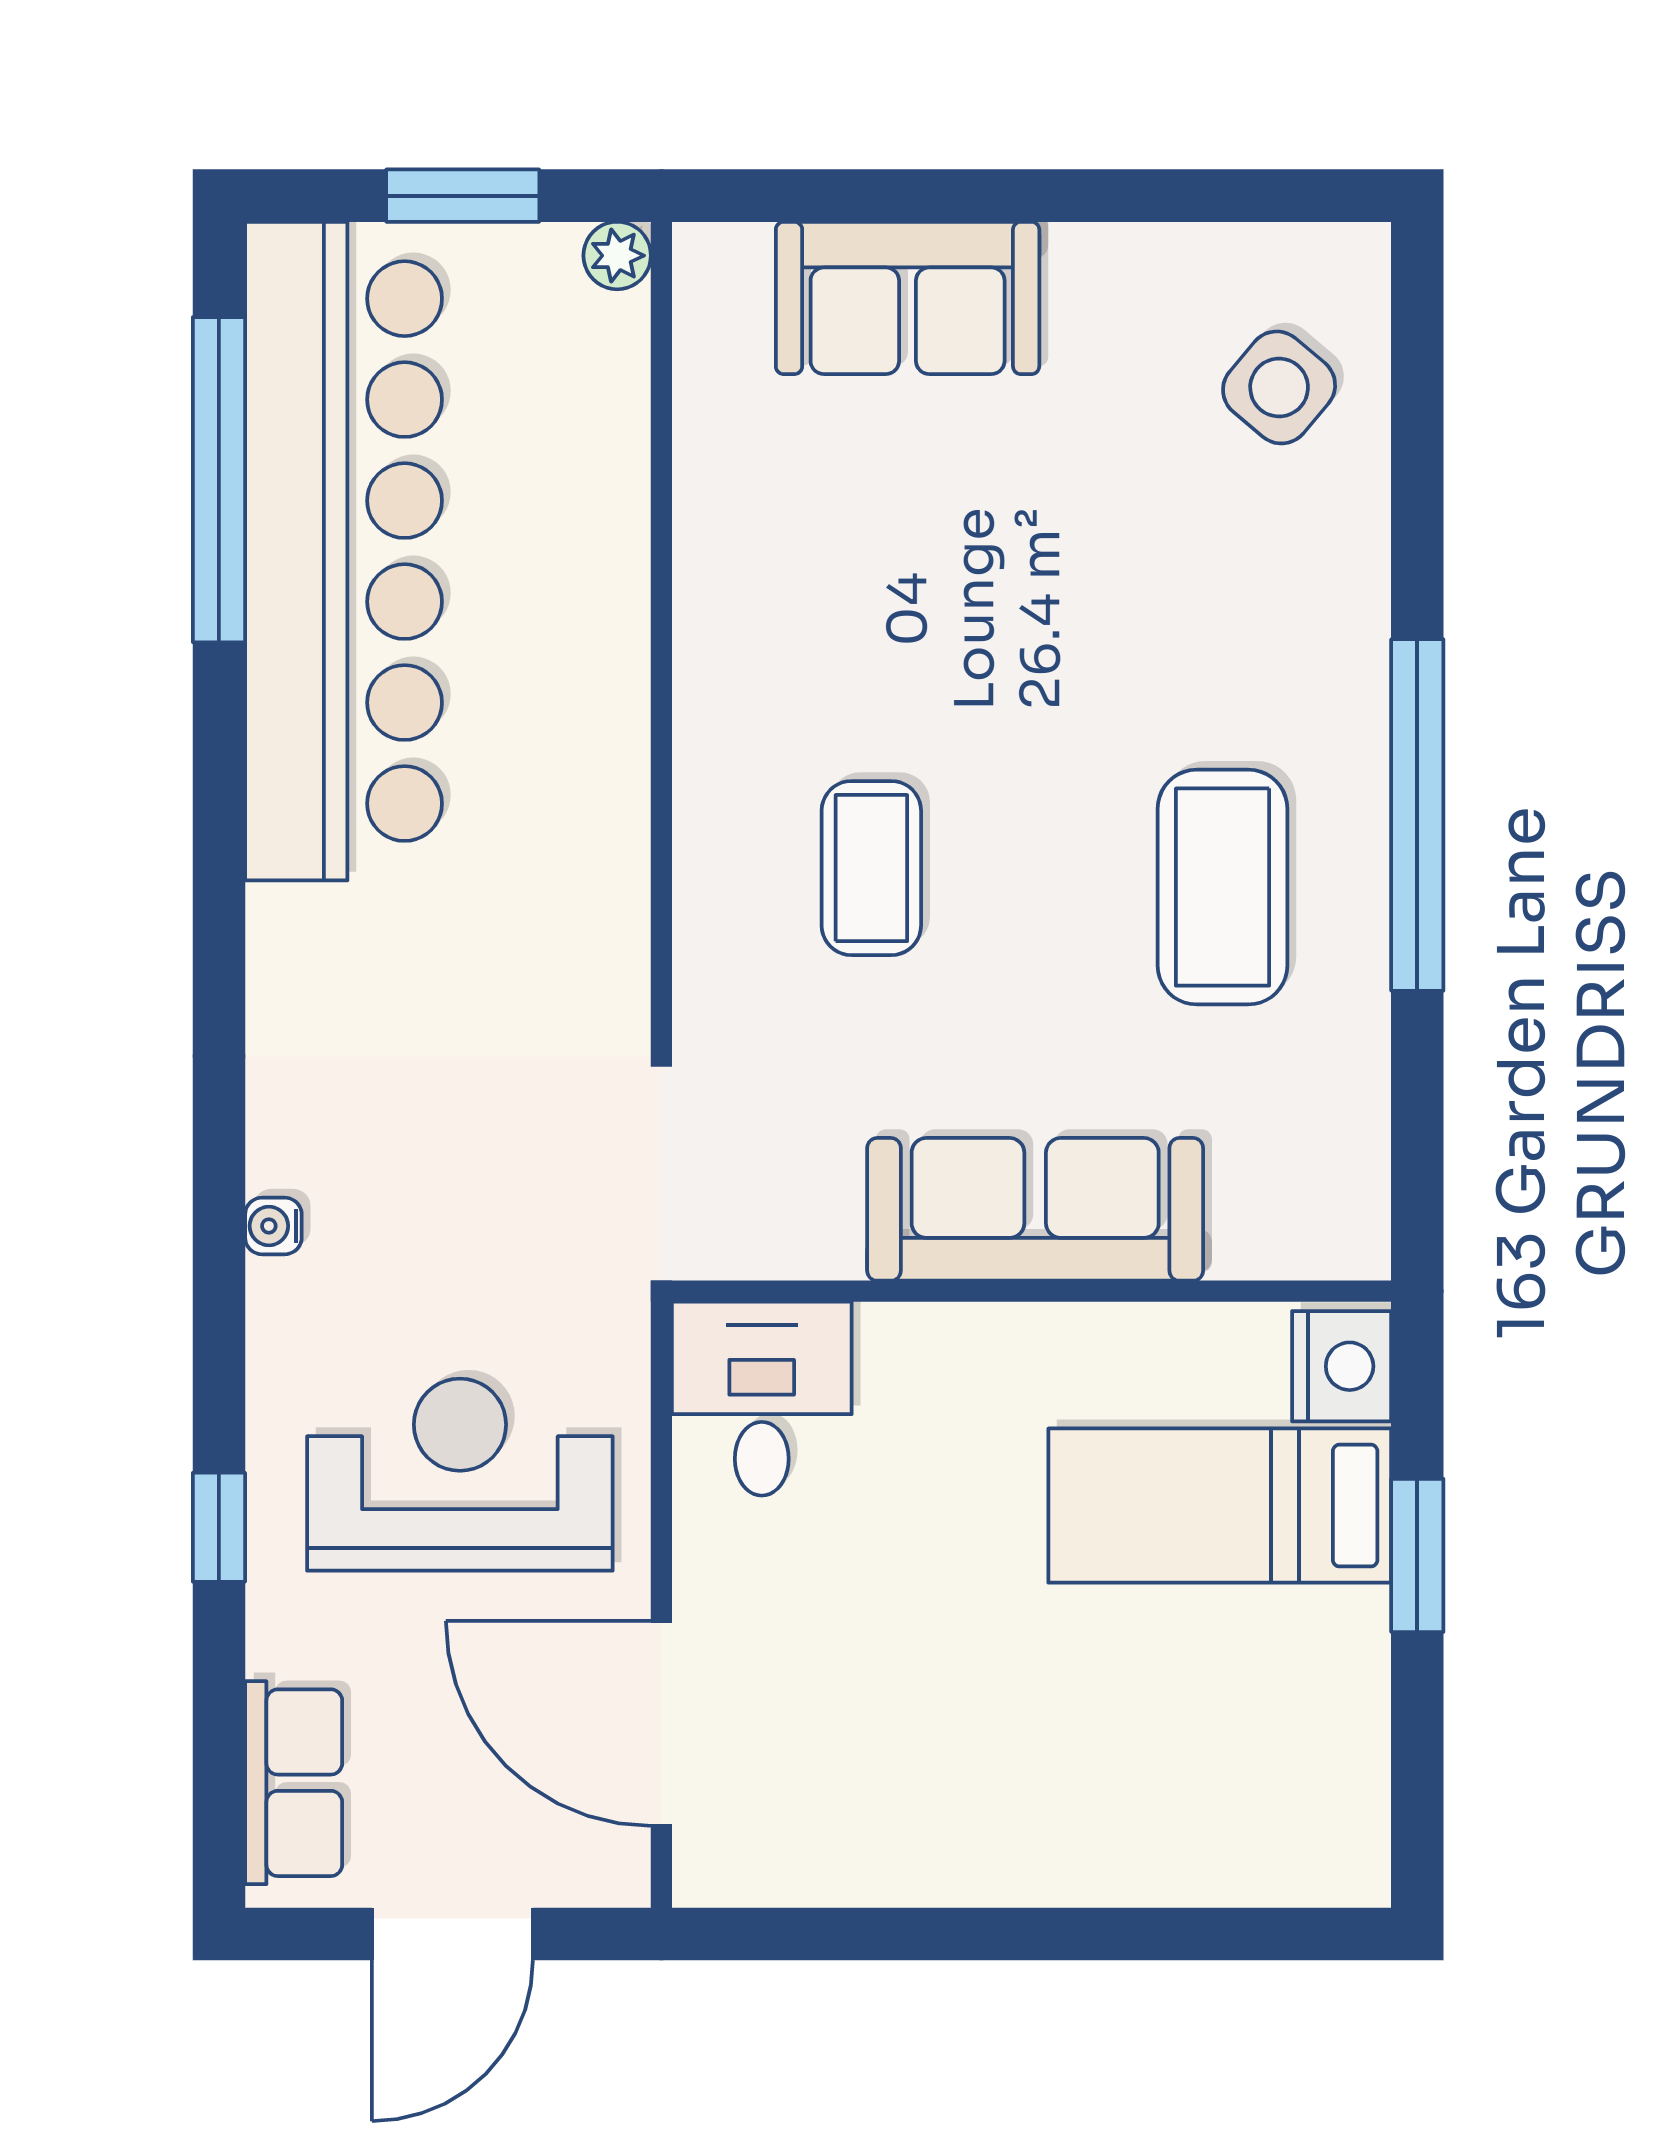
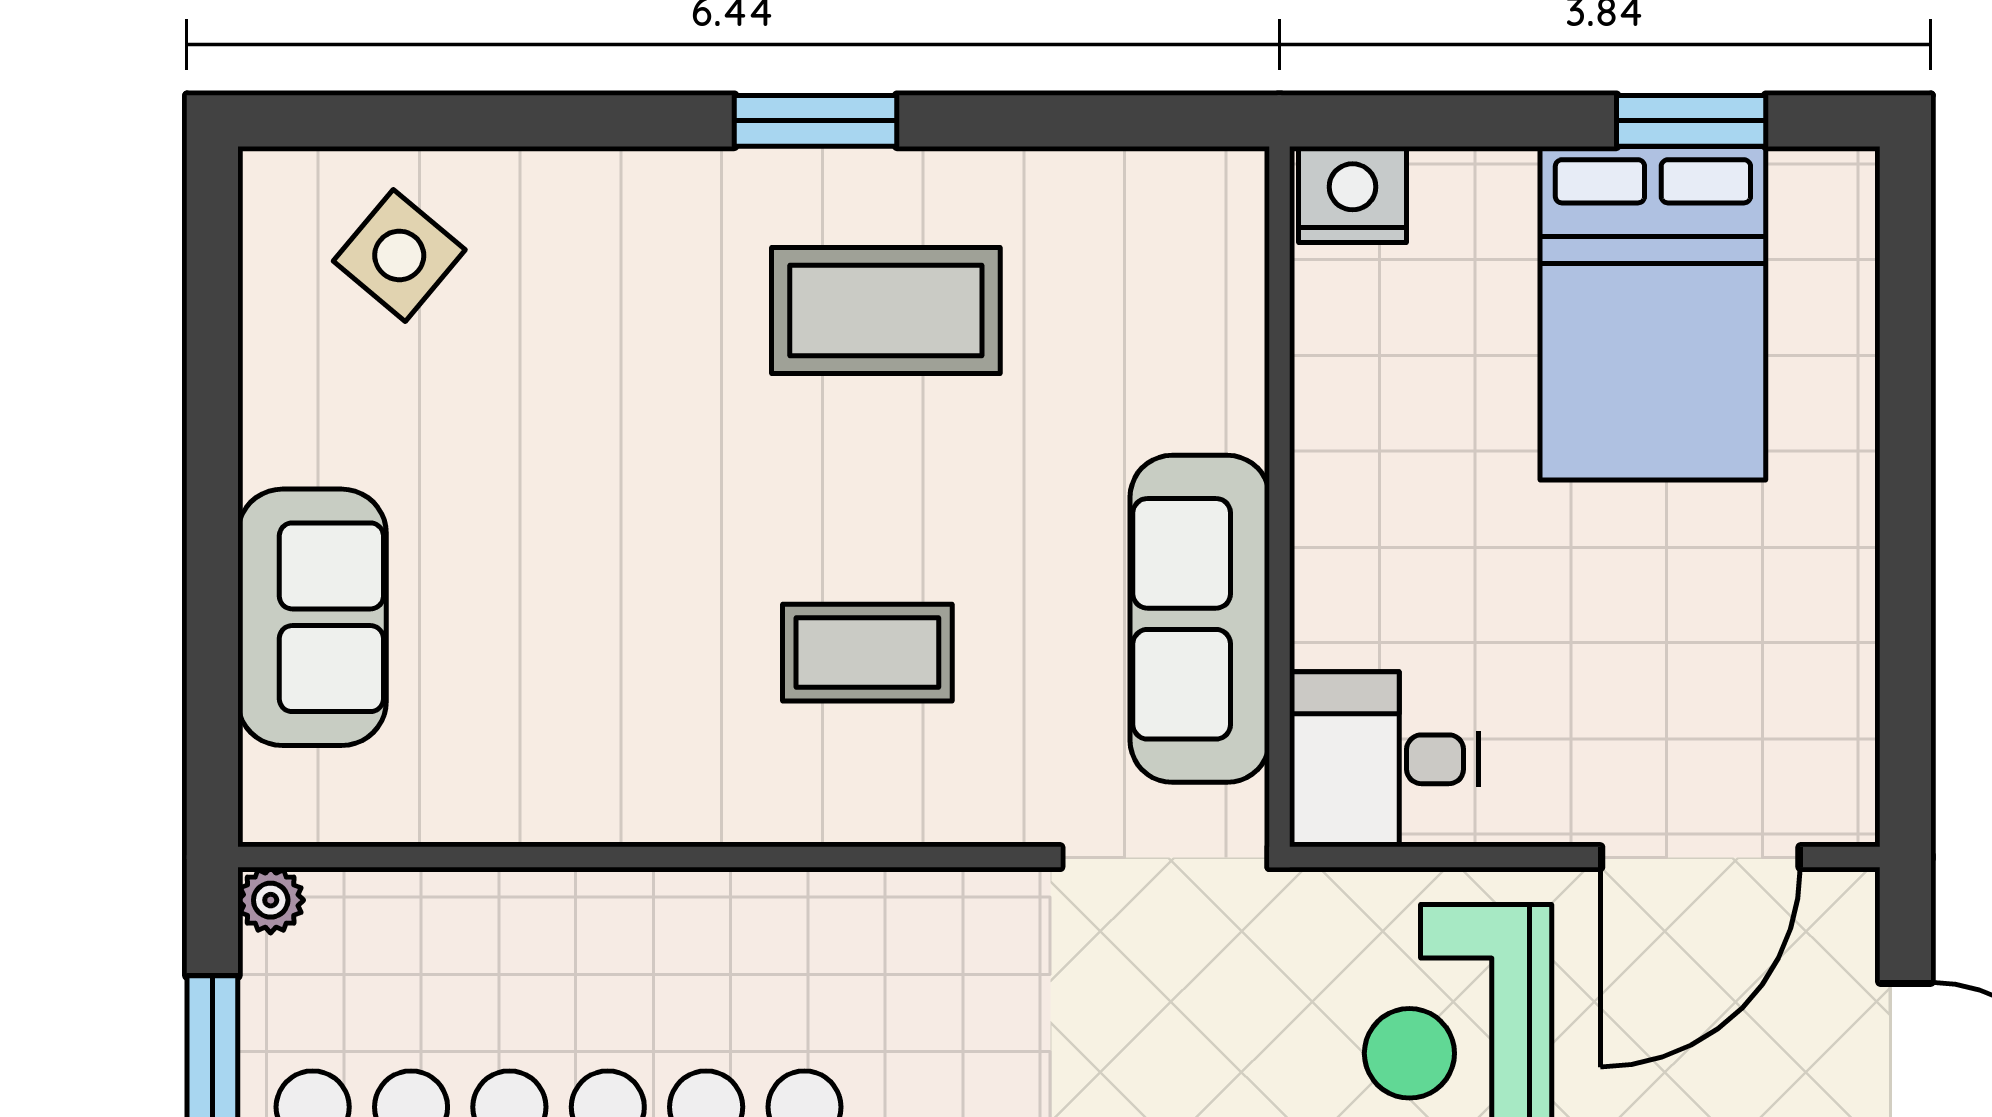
window: (1417, 815) -> (816, 121), width x0.47
sofa: (1035, 1209) -> (1200, 619), moved
bed: (1220, 1506) -> (1653, 313), moved, width x1.50
window: (1417, 1555) -> (1691, 121), moved

